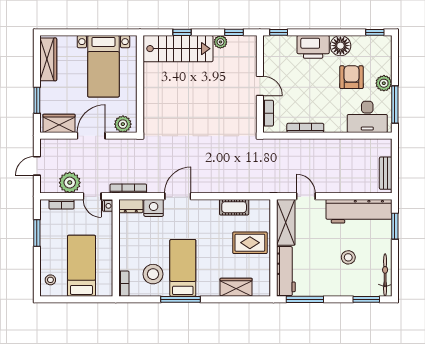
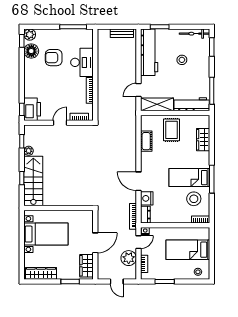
floor lamp: (340, 46) -> (31, 51), moved
printer: (313, 47) -> (32, 109), moved
plant: (384, 83) -> (30, 35), moved
desk: (367, 117) -> (82, 62), moved
plant: (123, 124) -> (87, 220), removed
door: (91, 136) -> (95, 243), swing flipped

